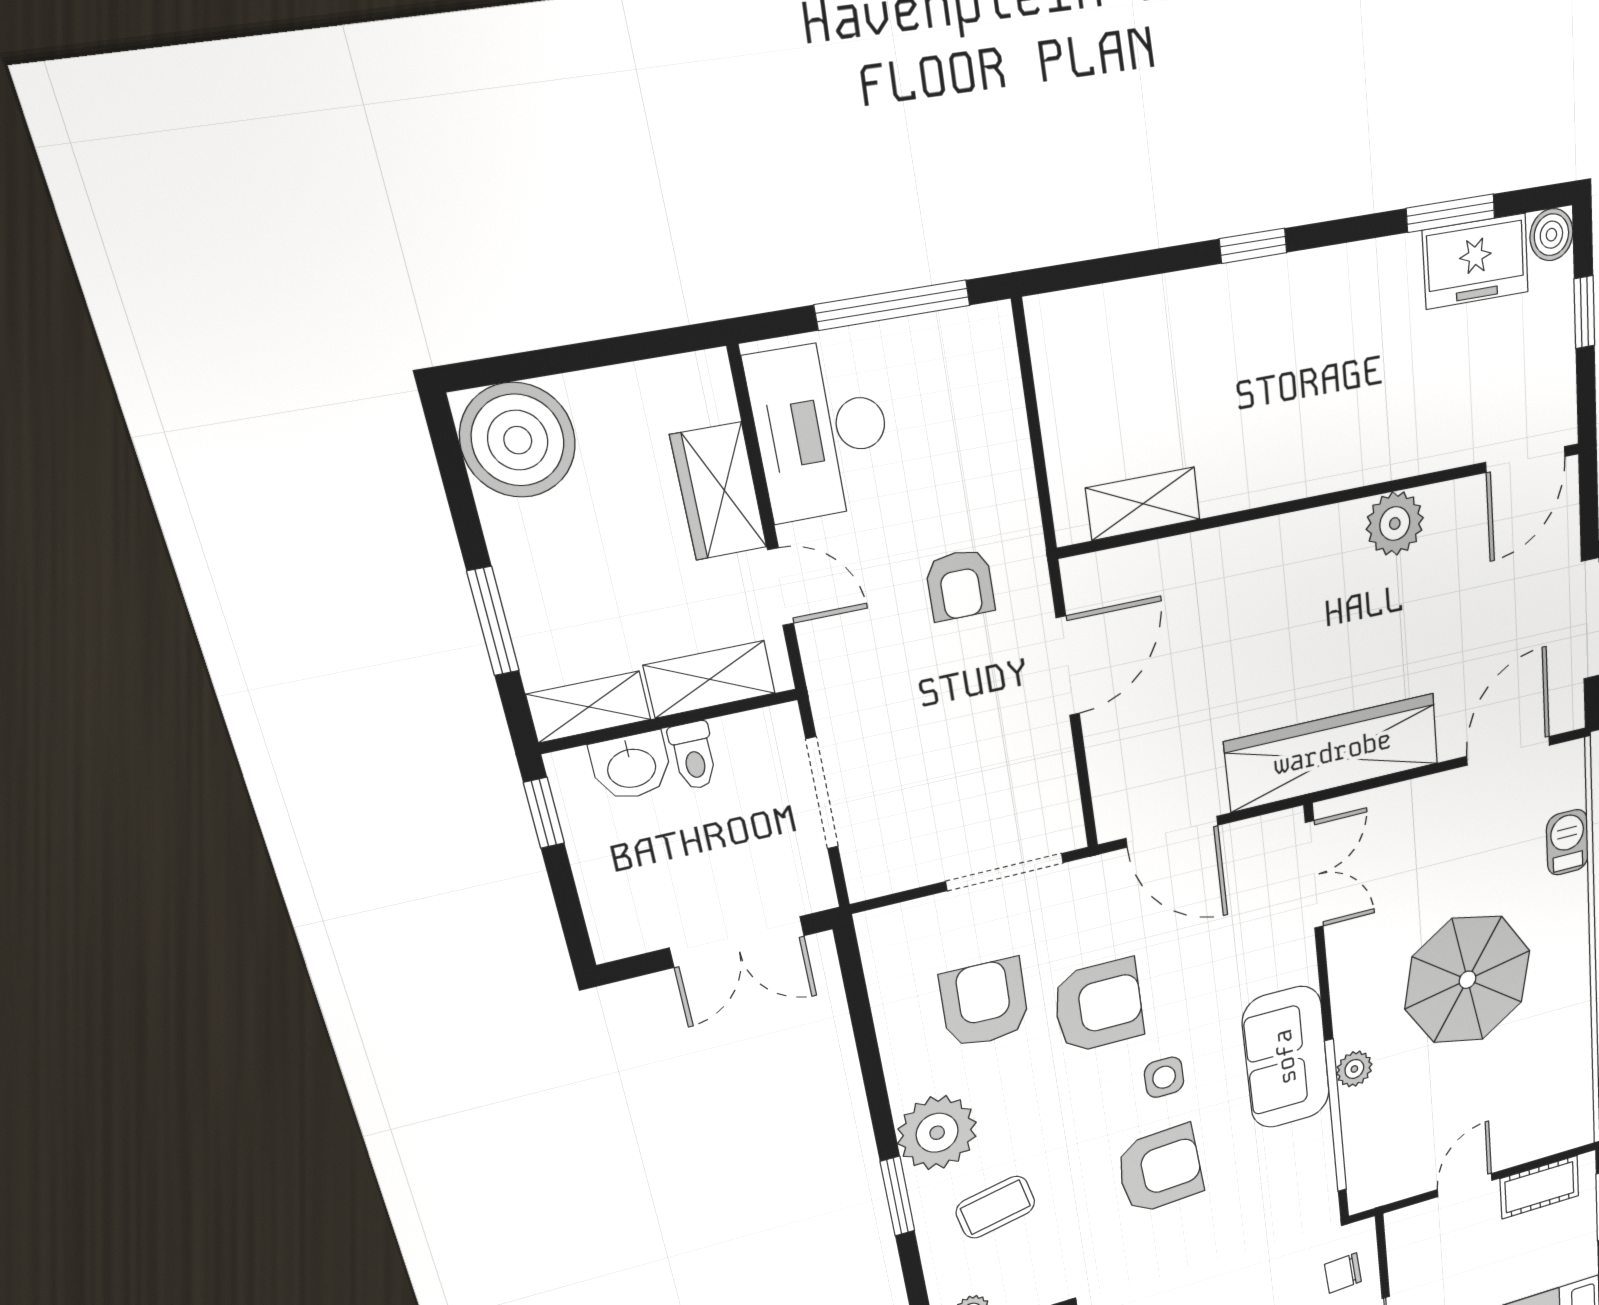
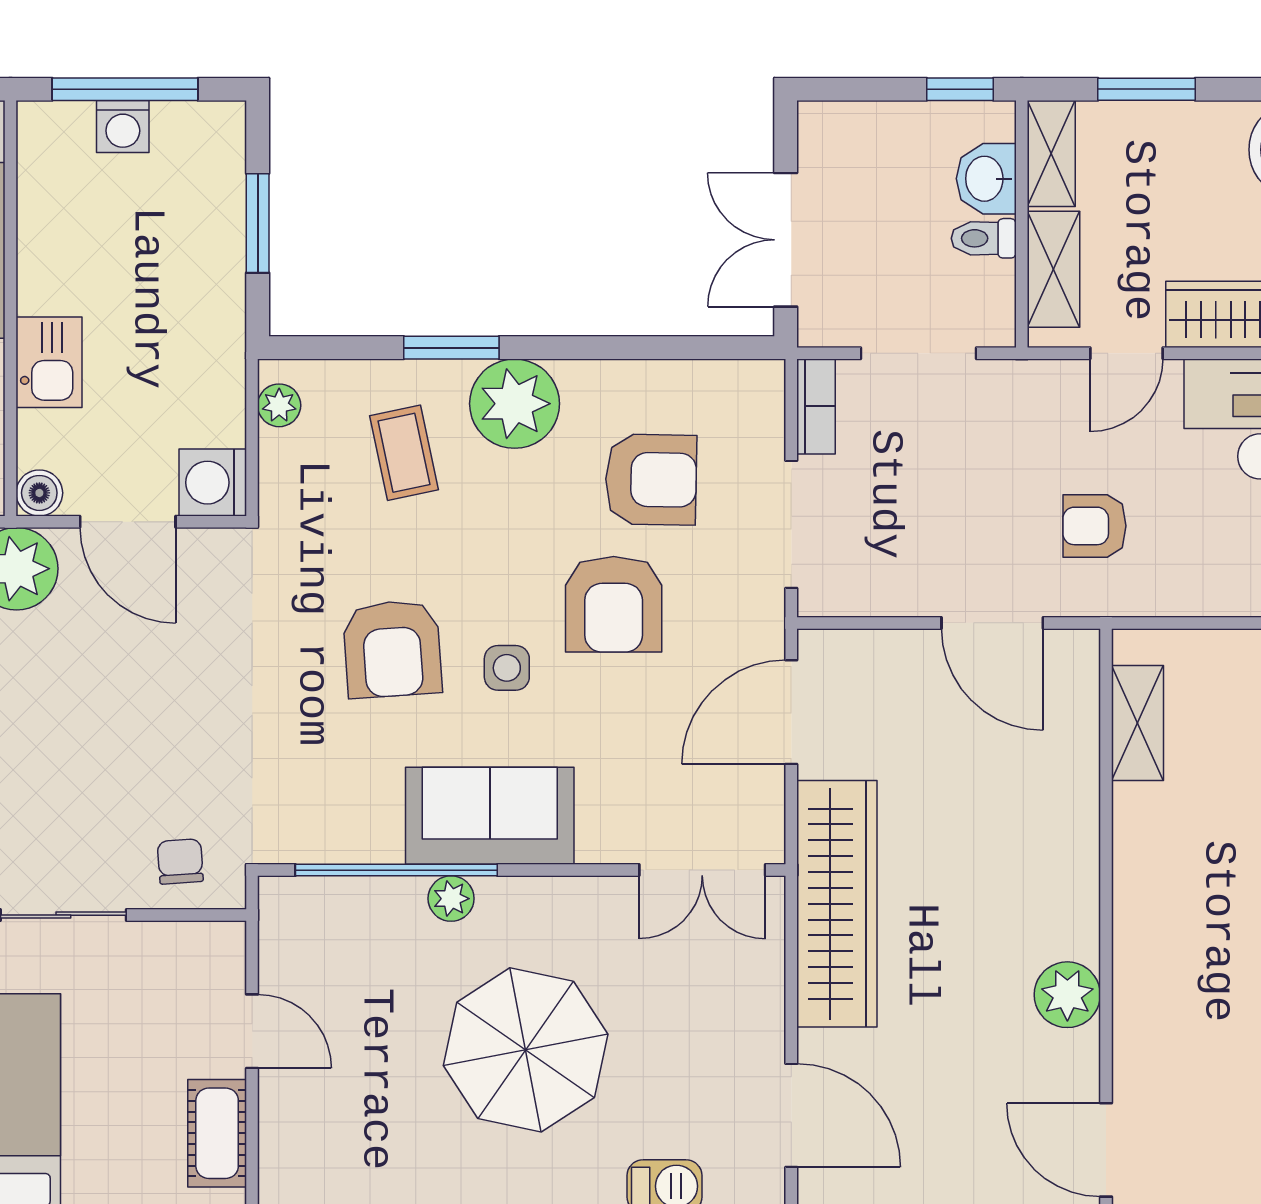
bookcase: (892, 876) -> (816, 406), added

